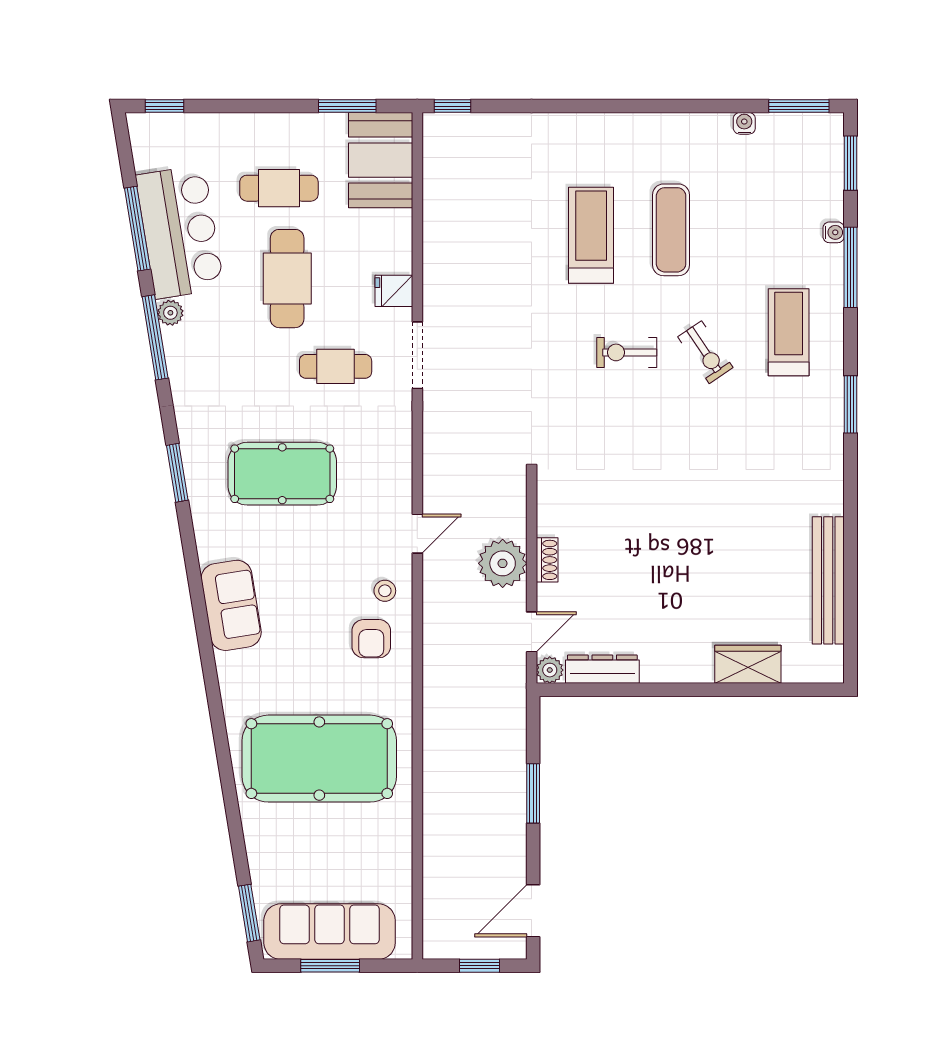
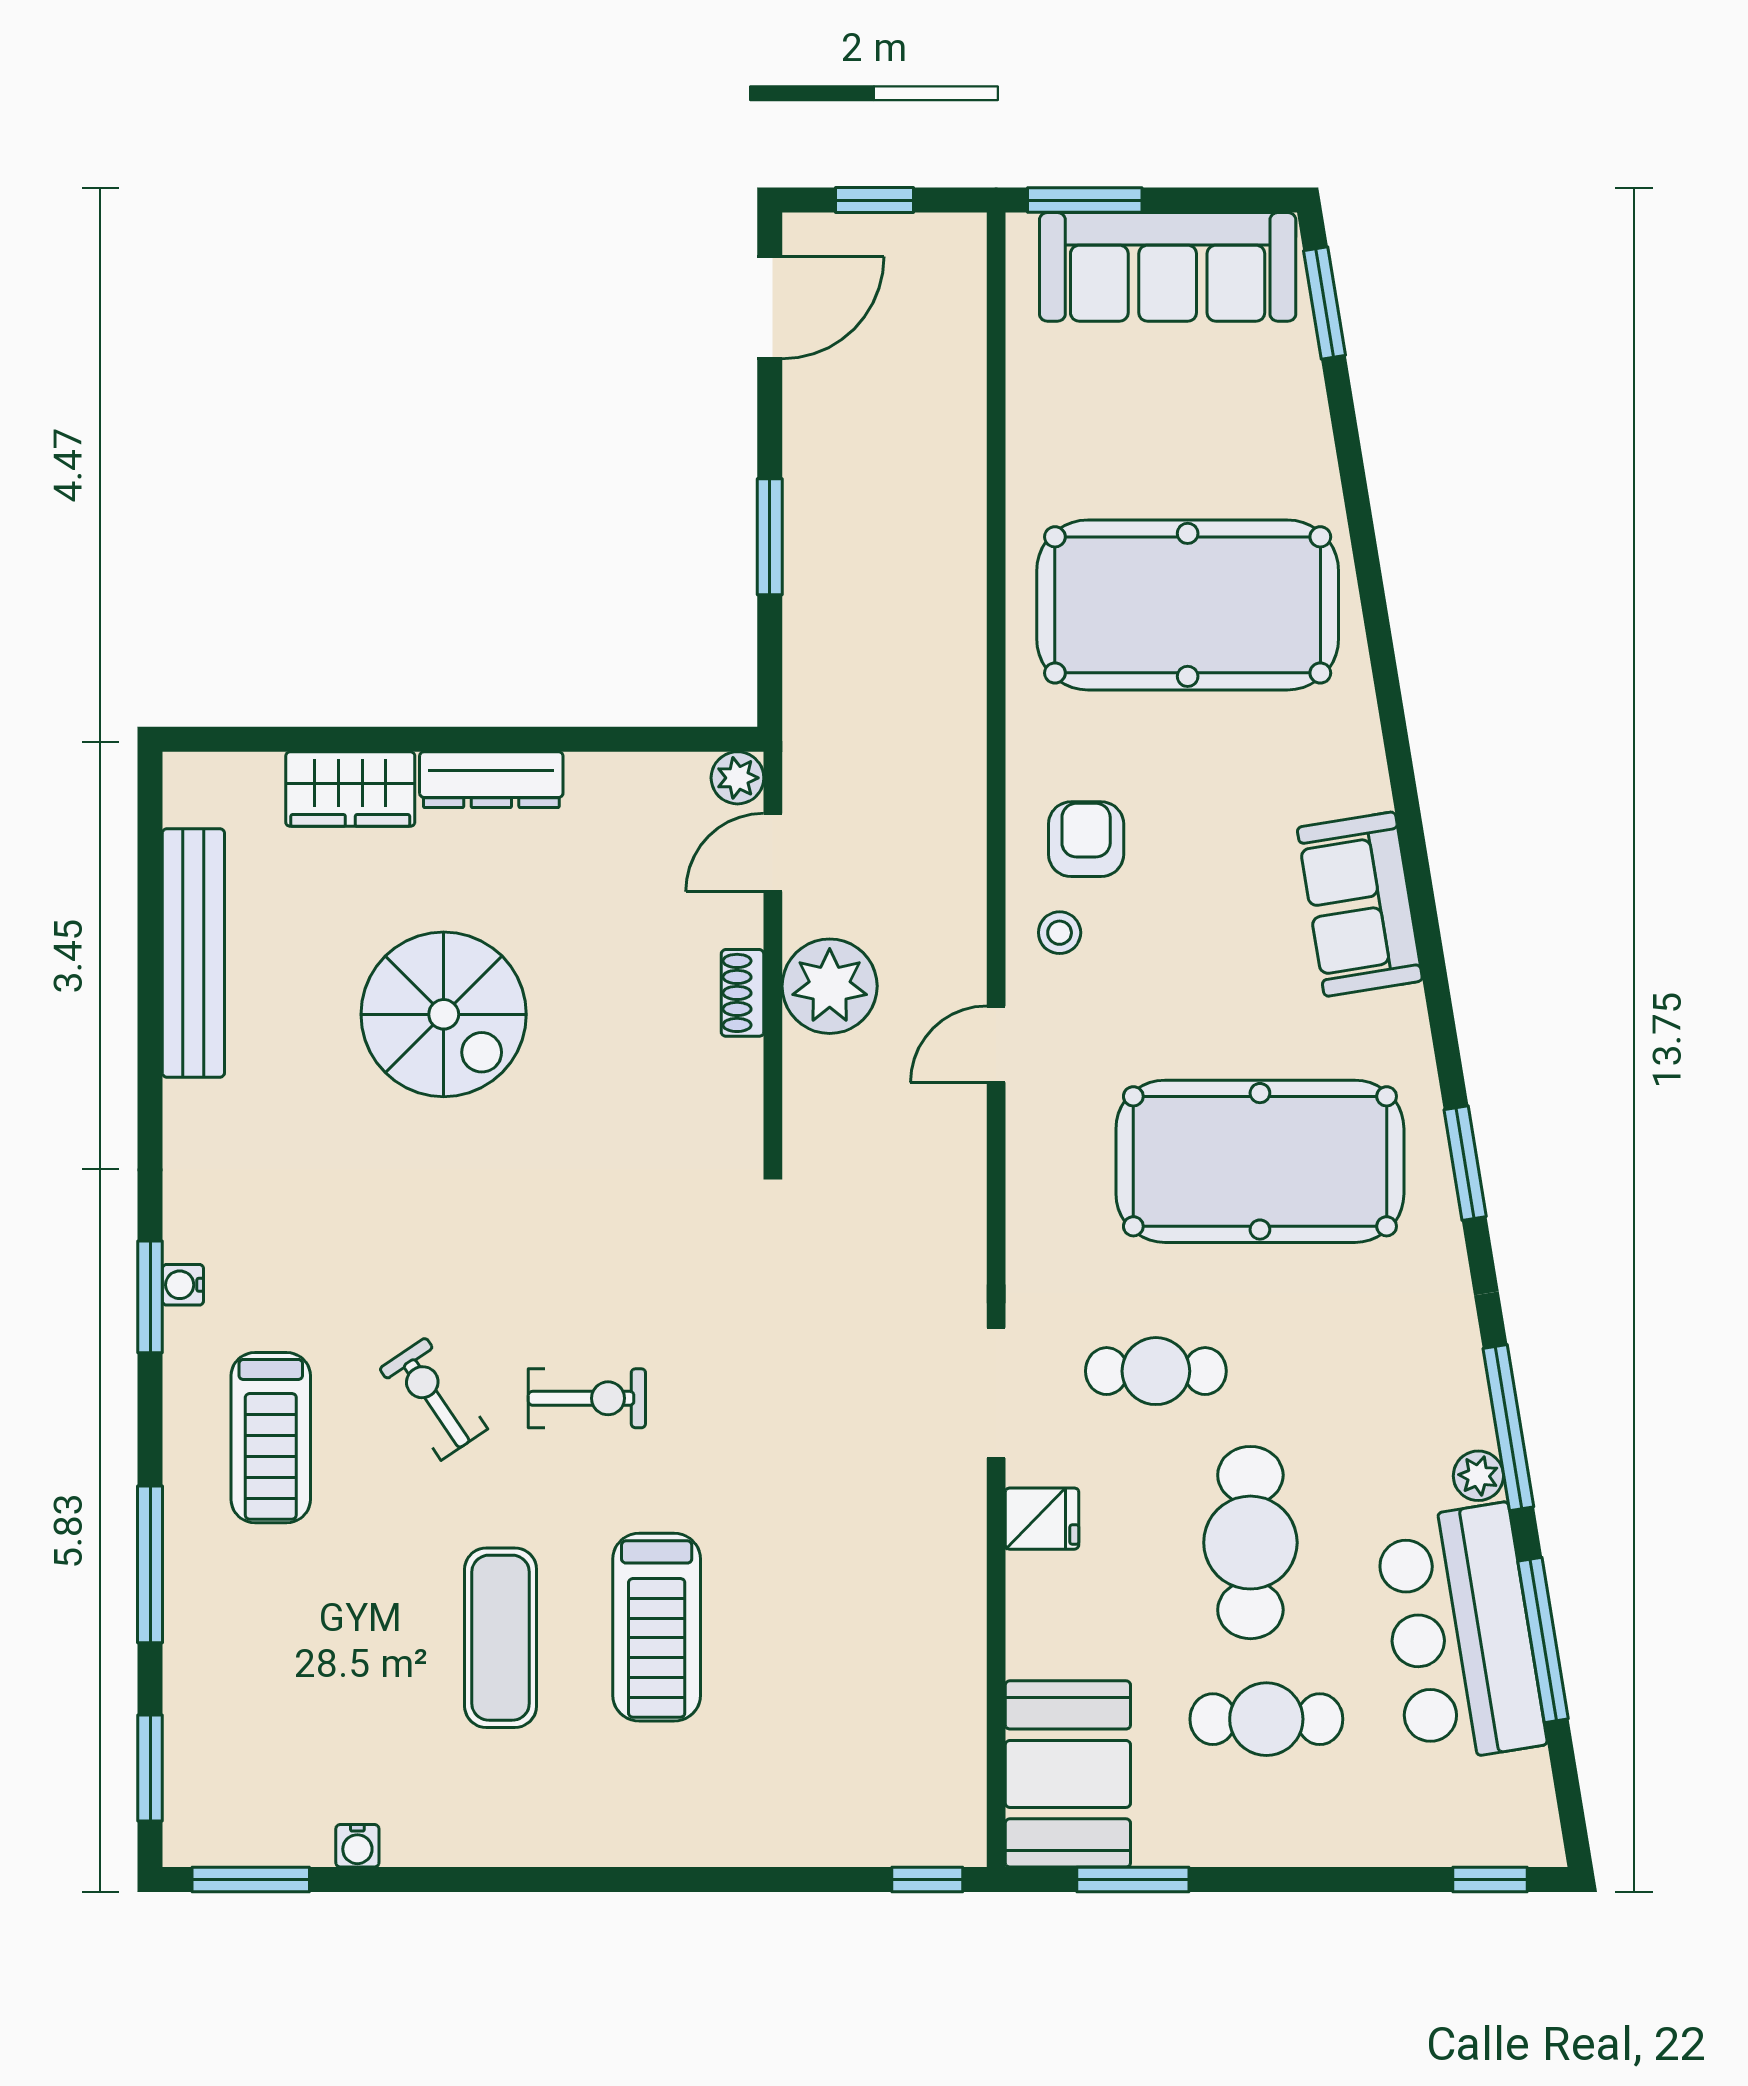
water cooler: (834, 232) -> (183, 1285), moved
pool table: (282, 474) -> (1260, 1161), width x1.36, depth x1.32
spiral stairs: (700, 549) -> (444, 1014), added
dresser: (602, 669) -> (491, 780), moved
window: (330, 966) -> (1085, 200), moved

